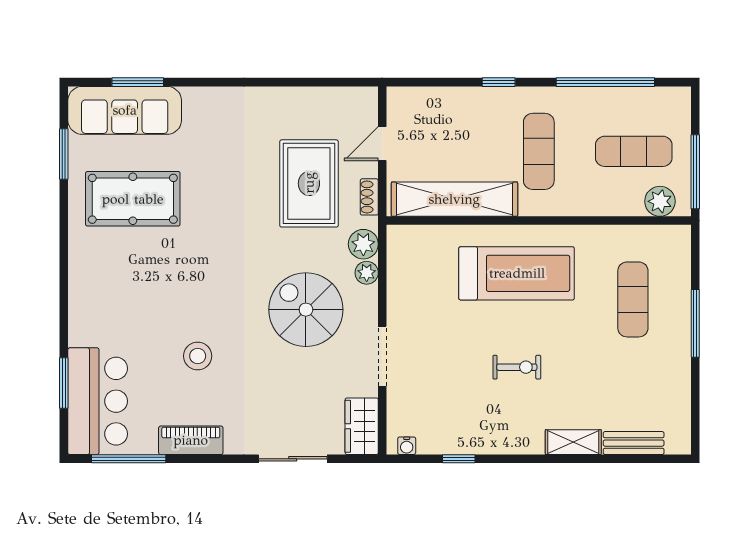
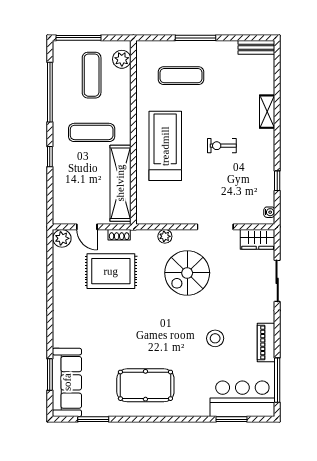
window: (695, 172) -> (79, 38), moved
pool table: (133, 199) -> (145, 385), moved, turned 90
plant: (363, 244) -> (62, 238), moved
exercise bike: (517, 367) -> (222, 146), turned -90
bench: (634, 443) -> (256, 47), moved, turned 90

